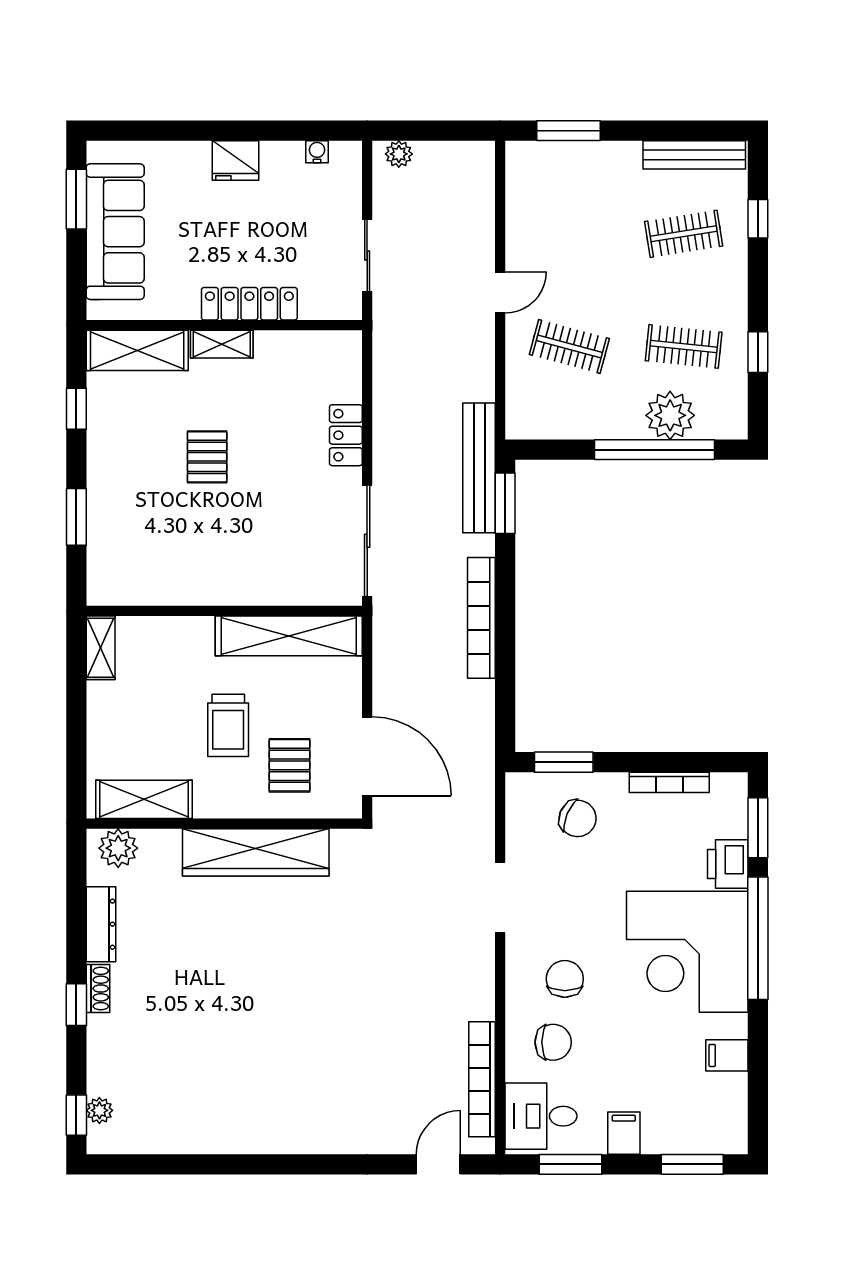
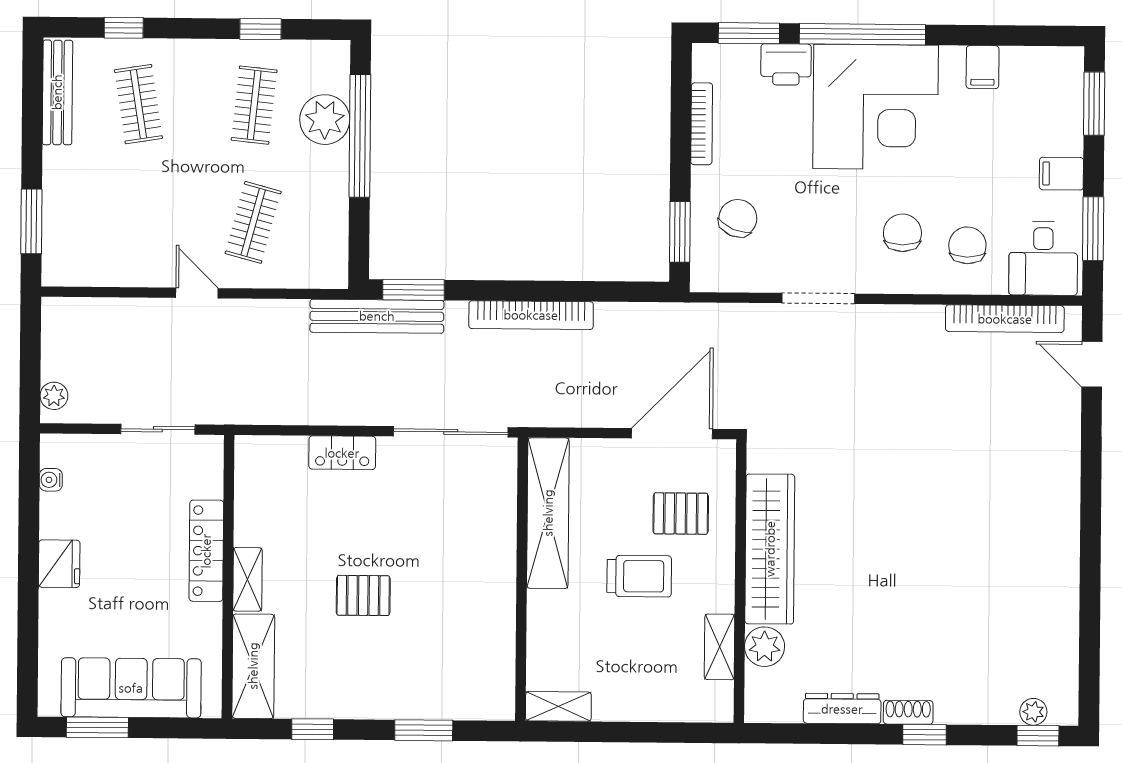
shelving: (144, 799) -> (720, 647), width x0.67, depth x0.75
plant: (118, 848) -> (765, 647), moved
chair: (565, 979) -> (902, 233), turned 90

